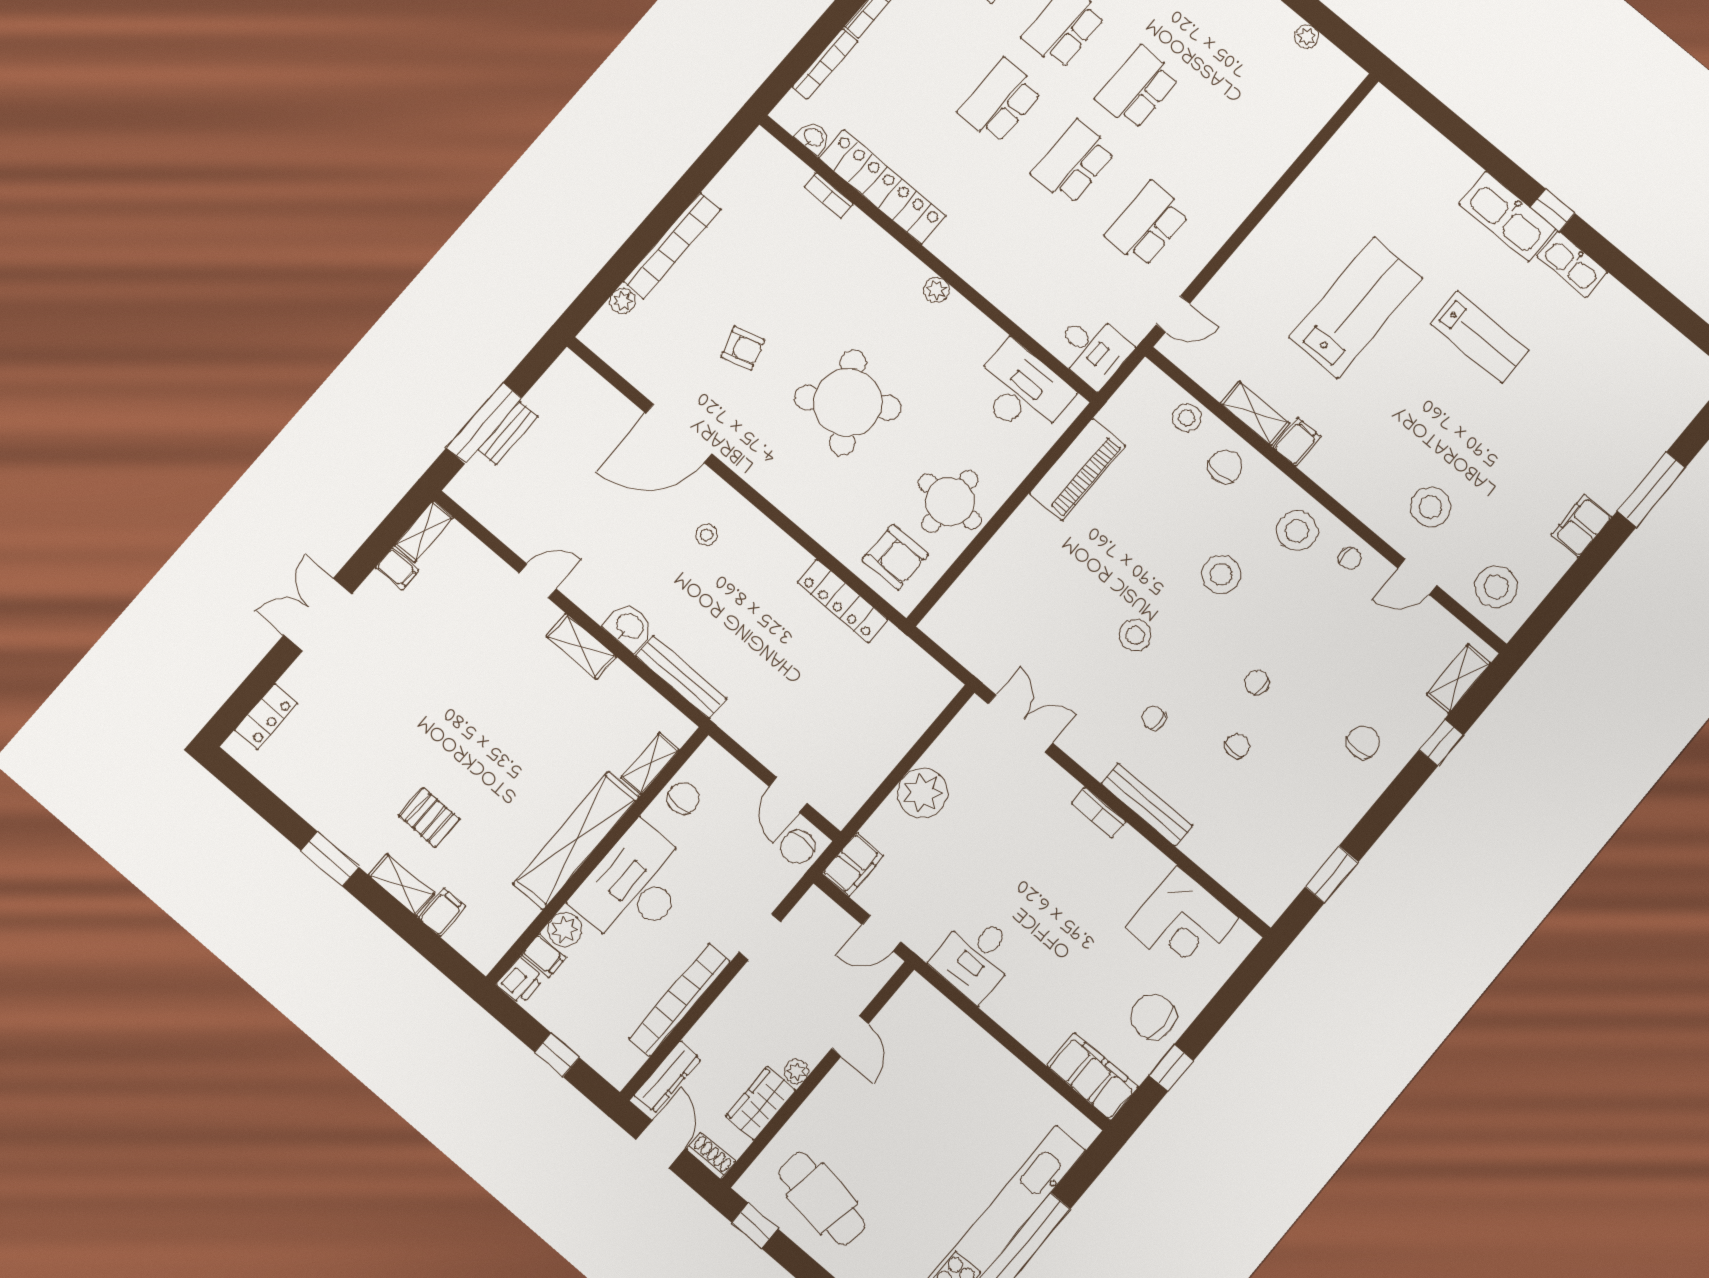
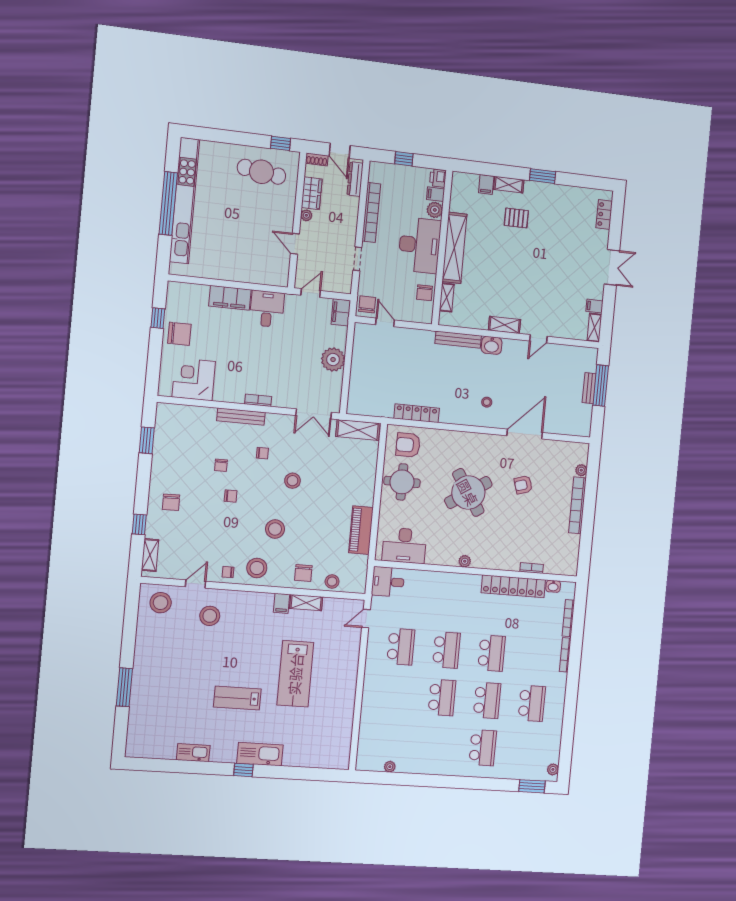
kitchen sink: (1572, 264) -> (193, 753), moved
filing cabinet: (1582, 526) -> (143, 652), removed
shelving: (963, 643) -> (358, 430), added
filing cabinet: (1093, 1077) -> (230, 298), moved

